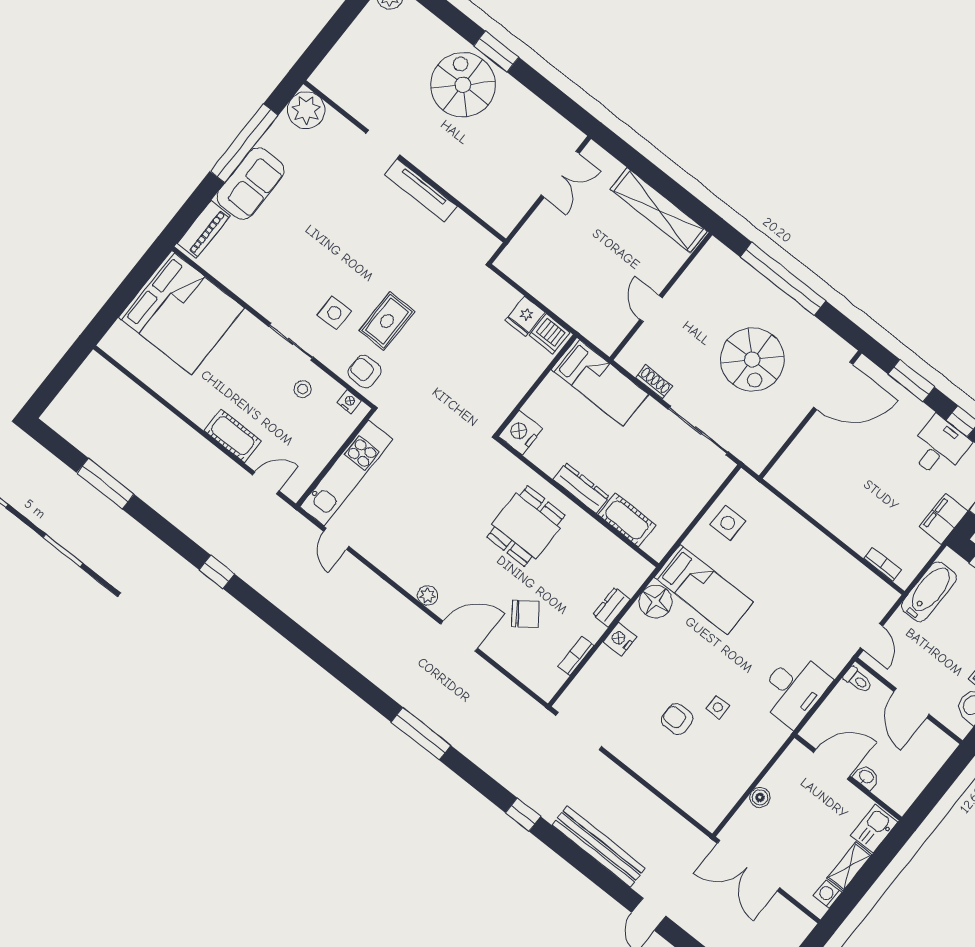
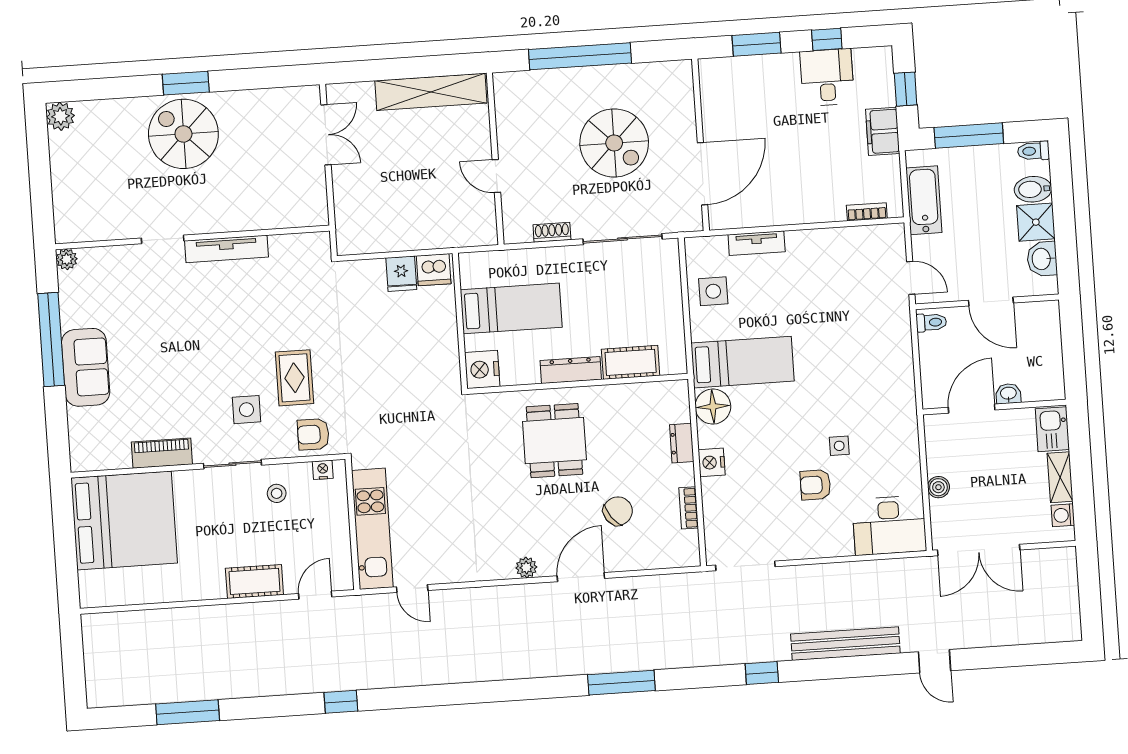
plant: (306, 110) -> (67, 259), width x0.53, depth x0.53
piano: (204, 230) -> (162, 453), moved, turned -90
bed: (600, 382) -> (511, 308), moved
door: (833, 386) -> (703, 174), moved
tv unit: (787, 517) -> (757, 243), added
desk: (794, 689) -> (889, 525), moved, turned 90

